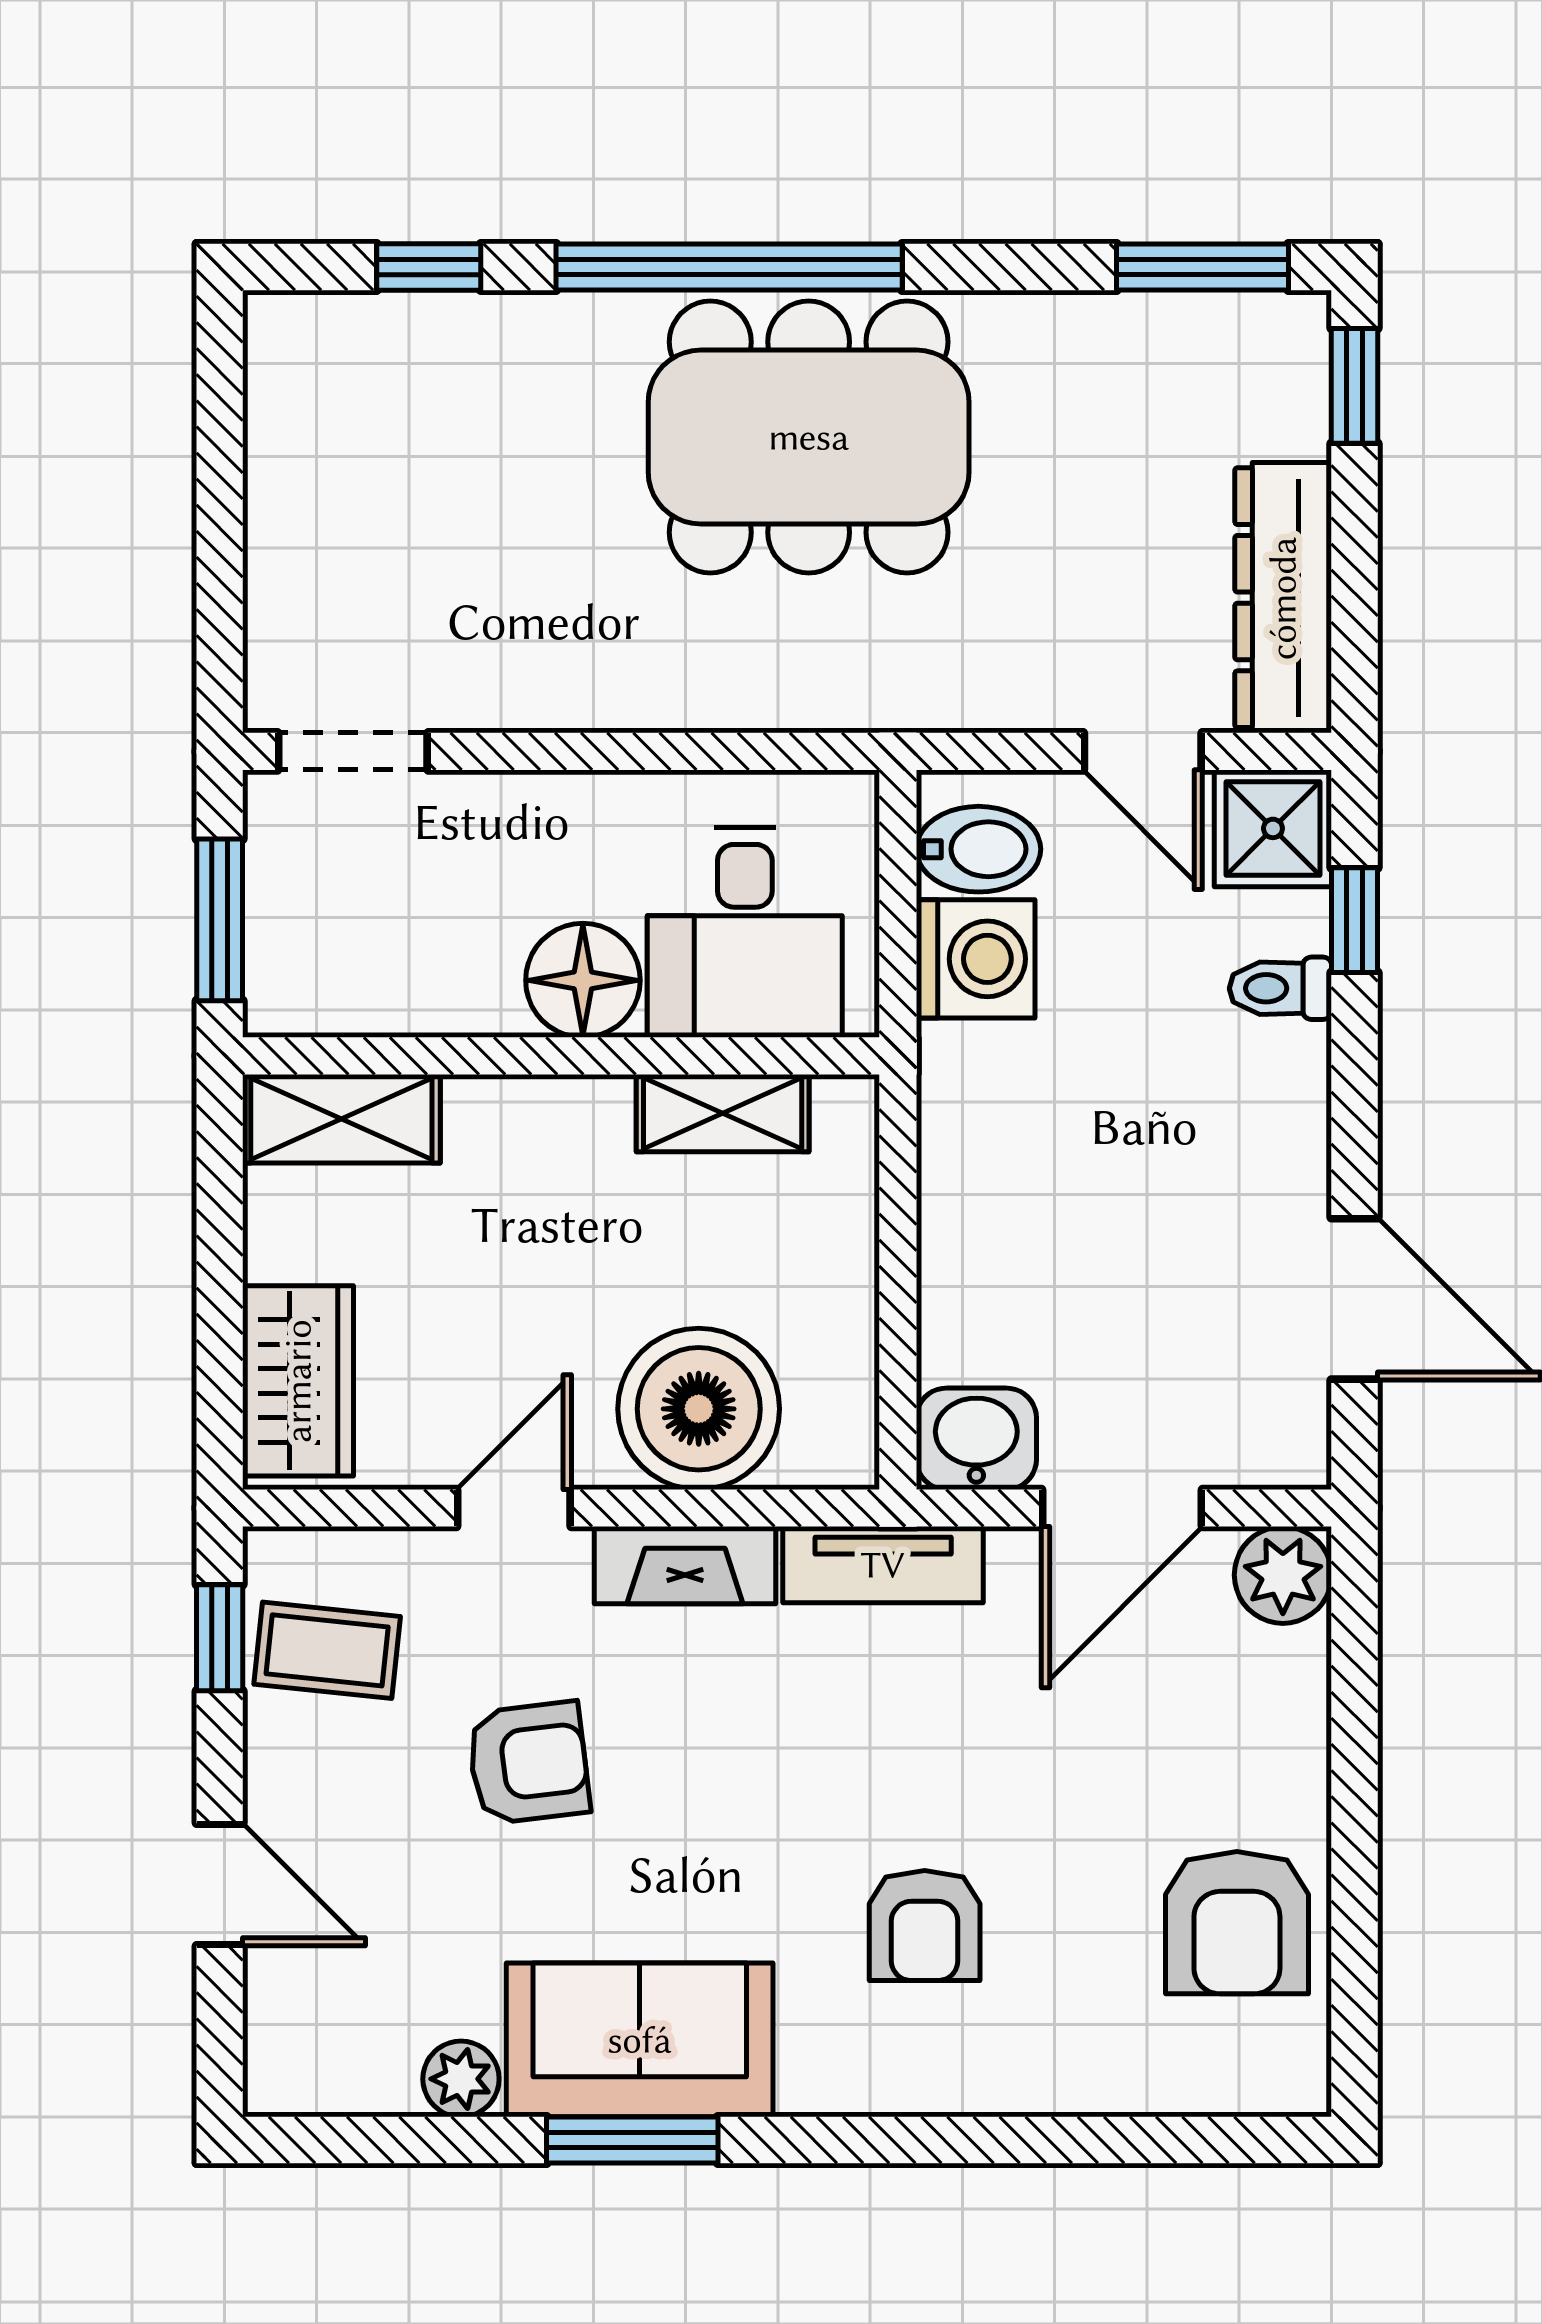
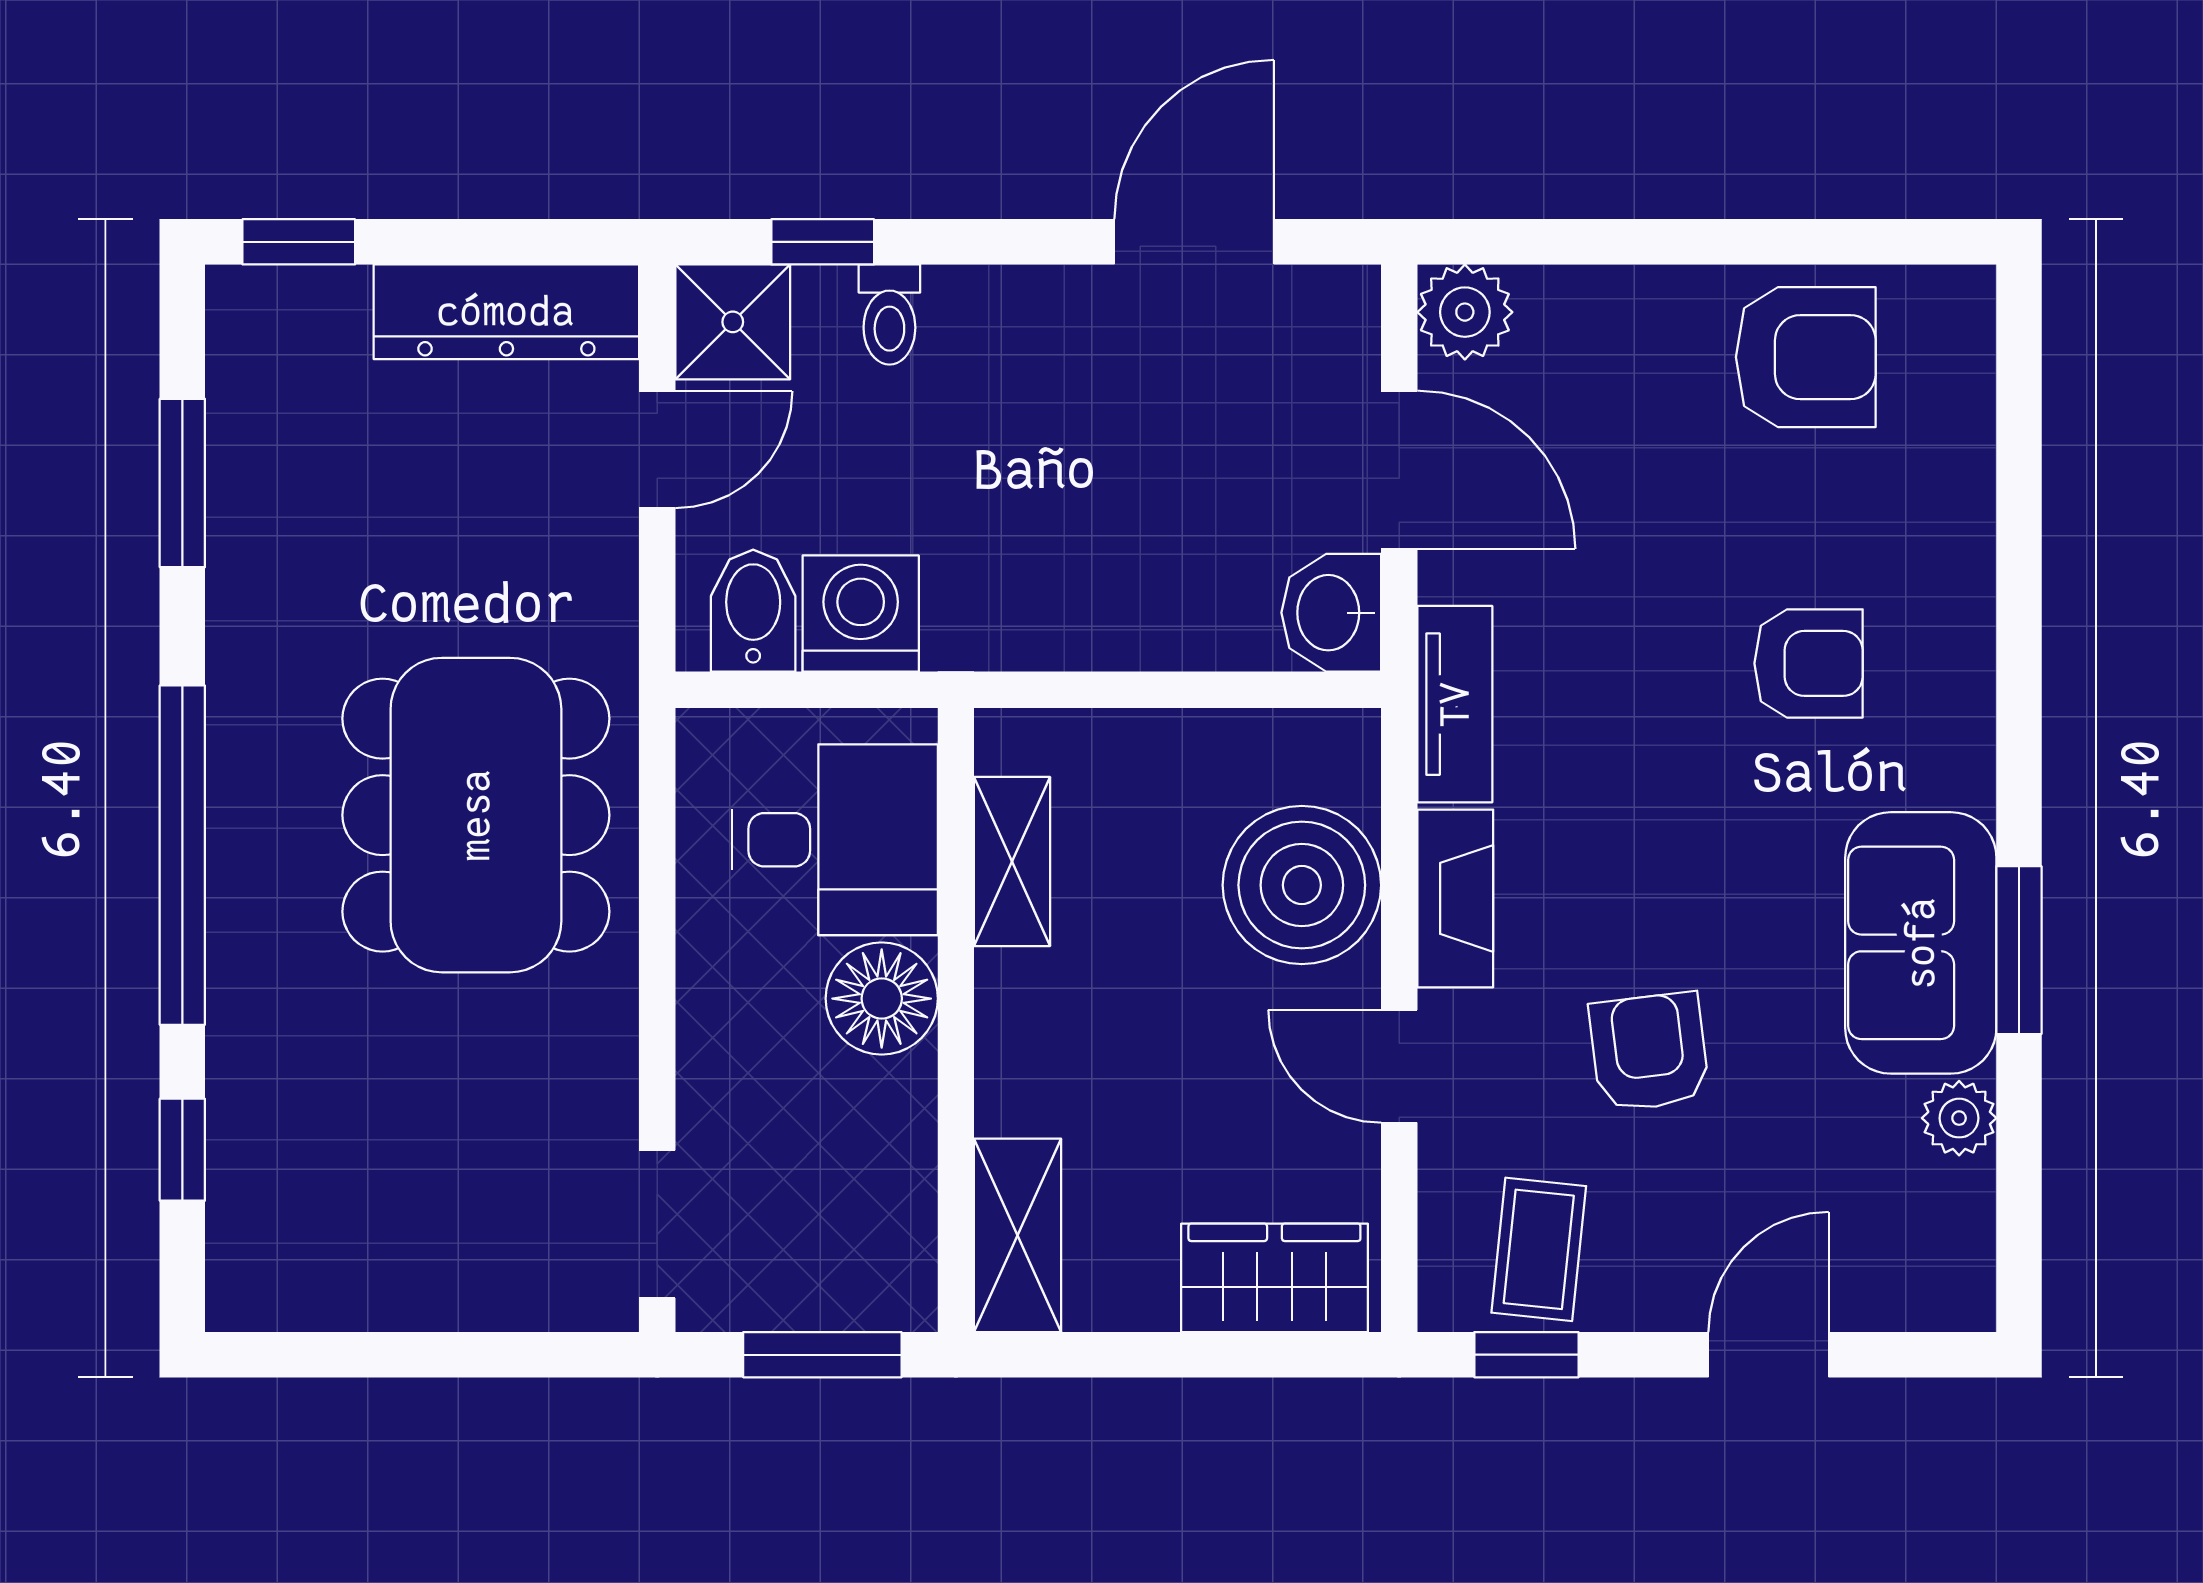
window: (1202, 267) -> (182, 483), moved
dining table: (809, 437) -> (476, 815), moved

